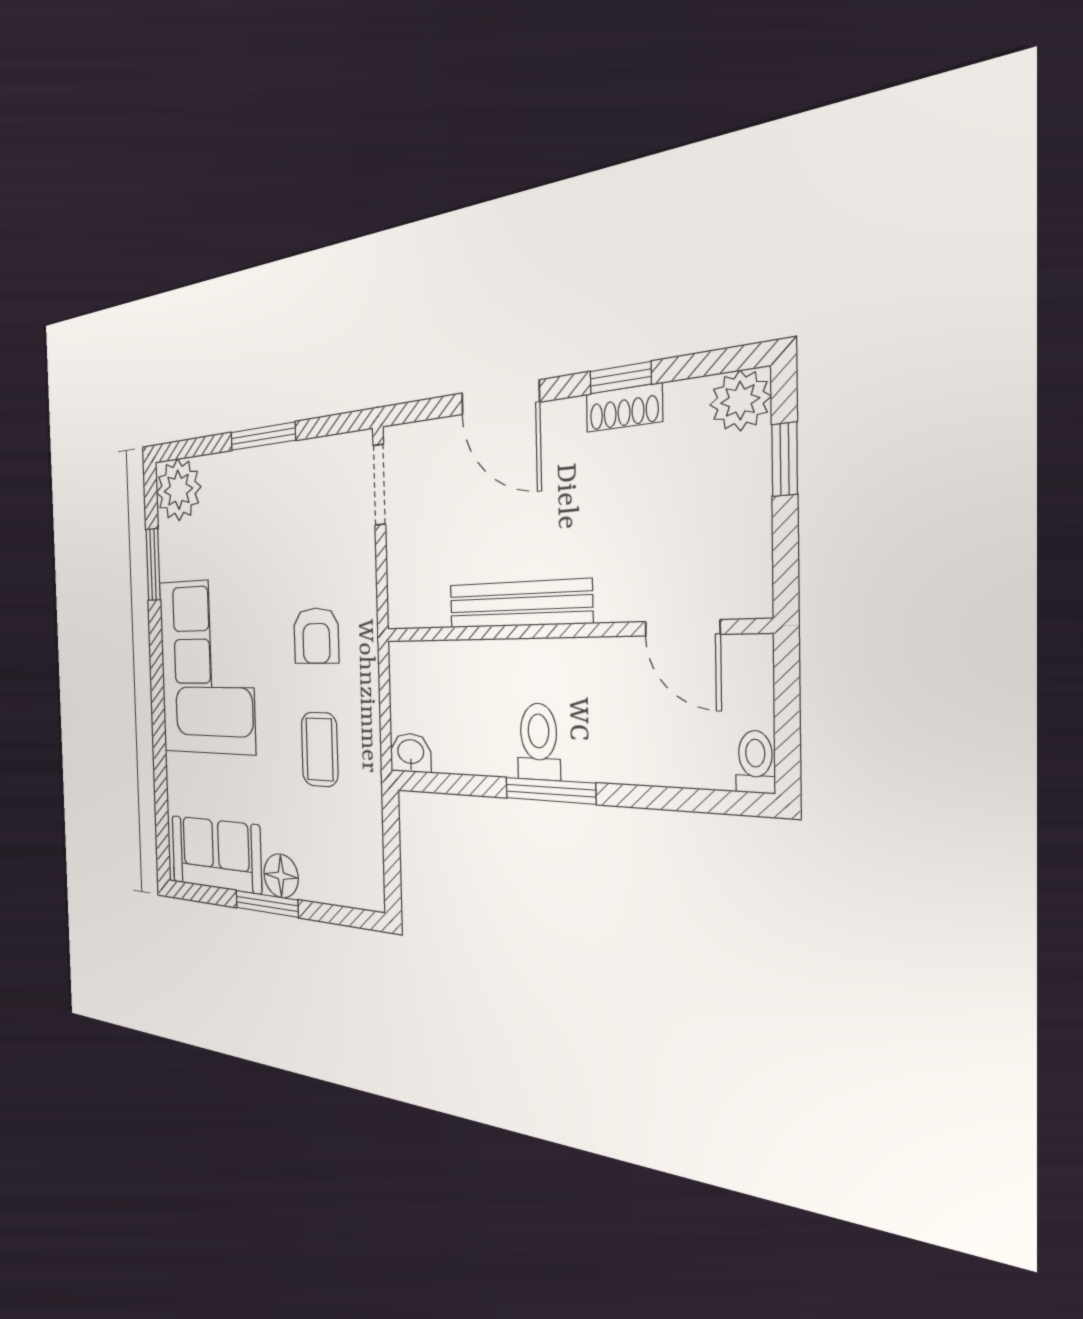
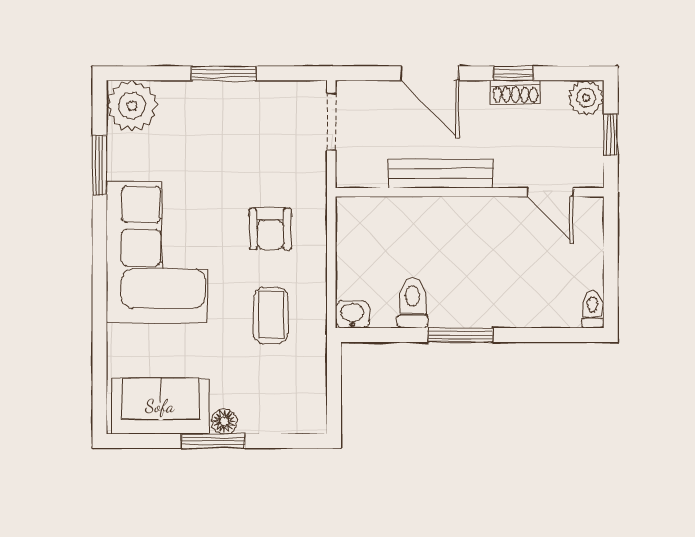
bench: (519, 604) -> (441, 174), moved
door: (682, 628) -> (550, 192), moved
wall: (560, 631) -> (470, 192), moved
toilet: (539, 742) -> (412, 303), moved
floor lamp: (281, 876) -> (224, 422), width x0.73, depth x0.73

